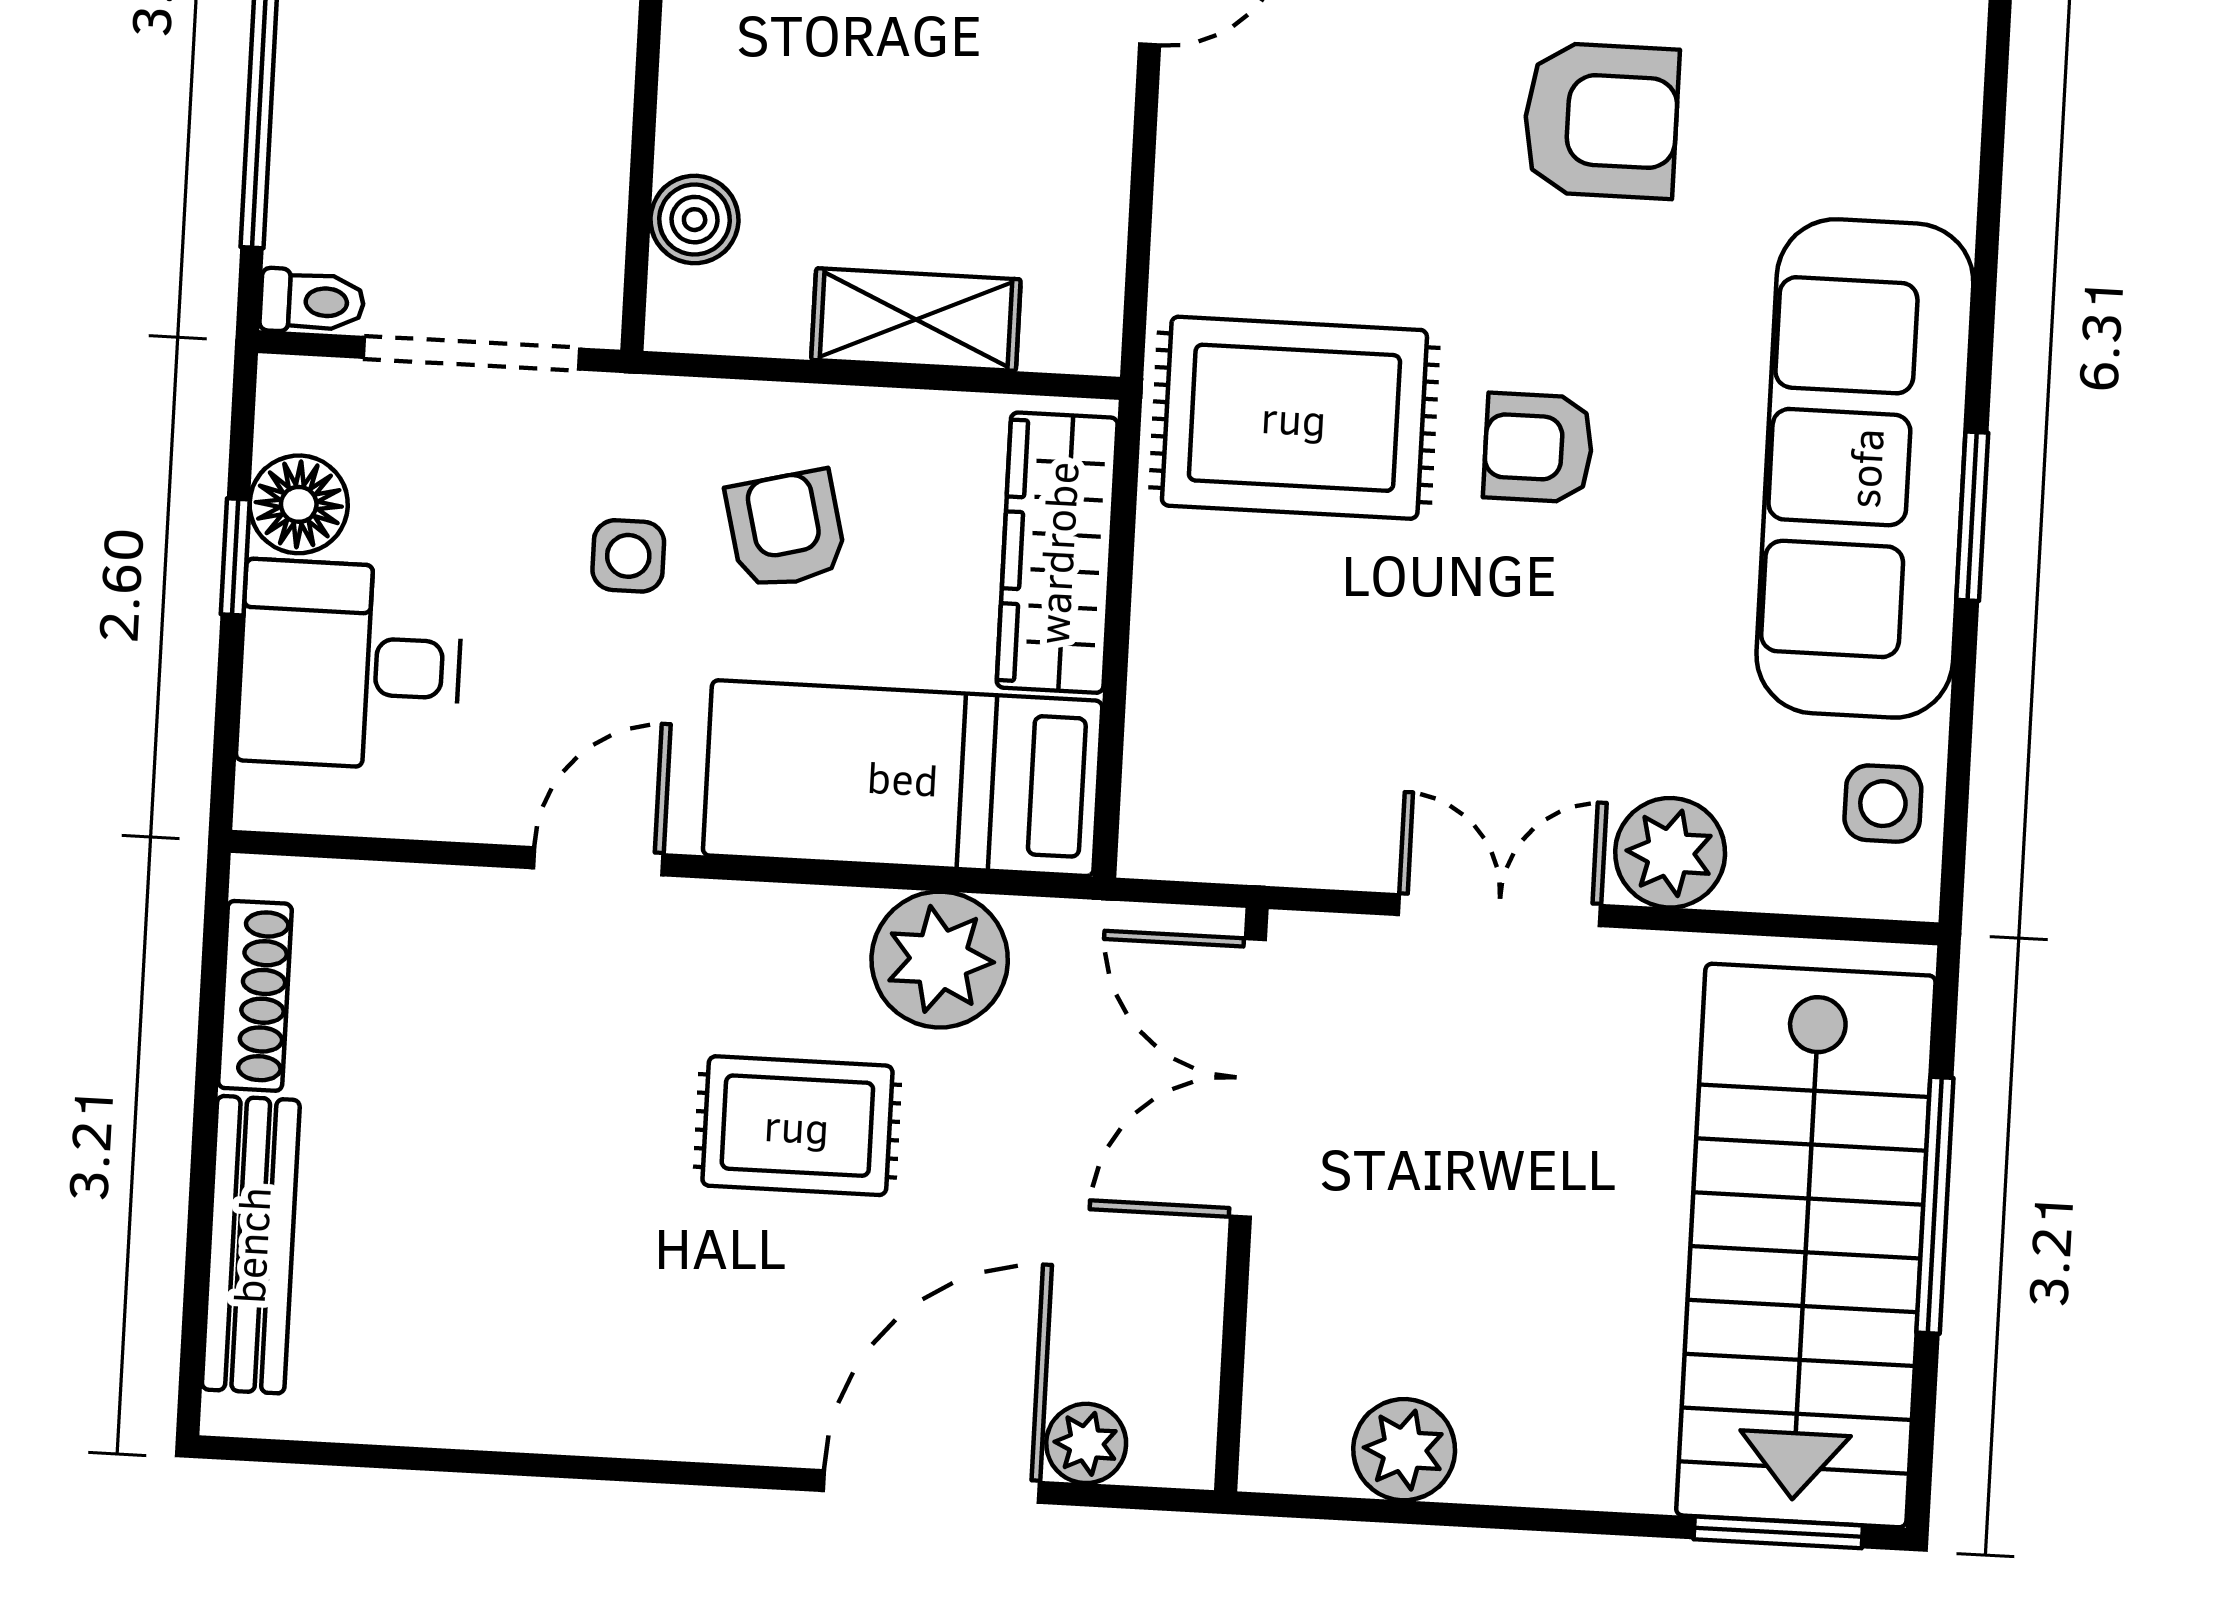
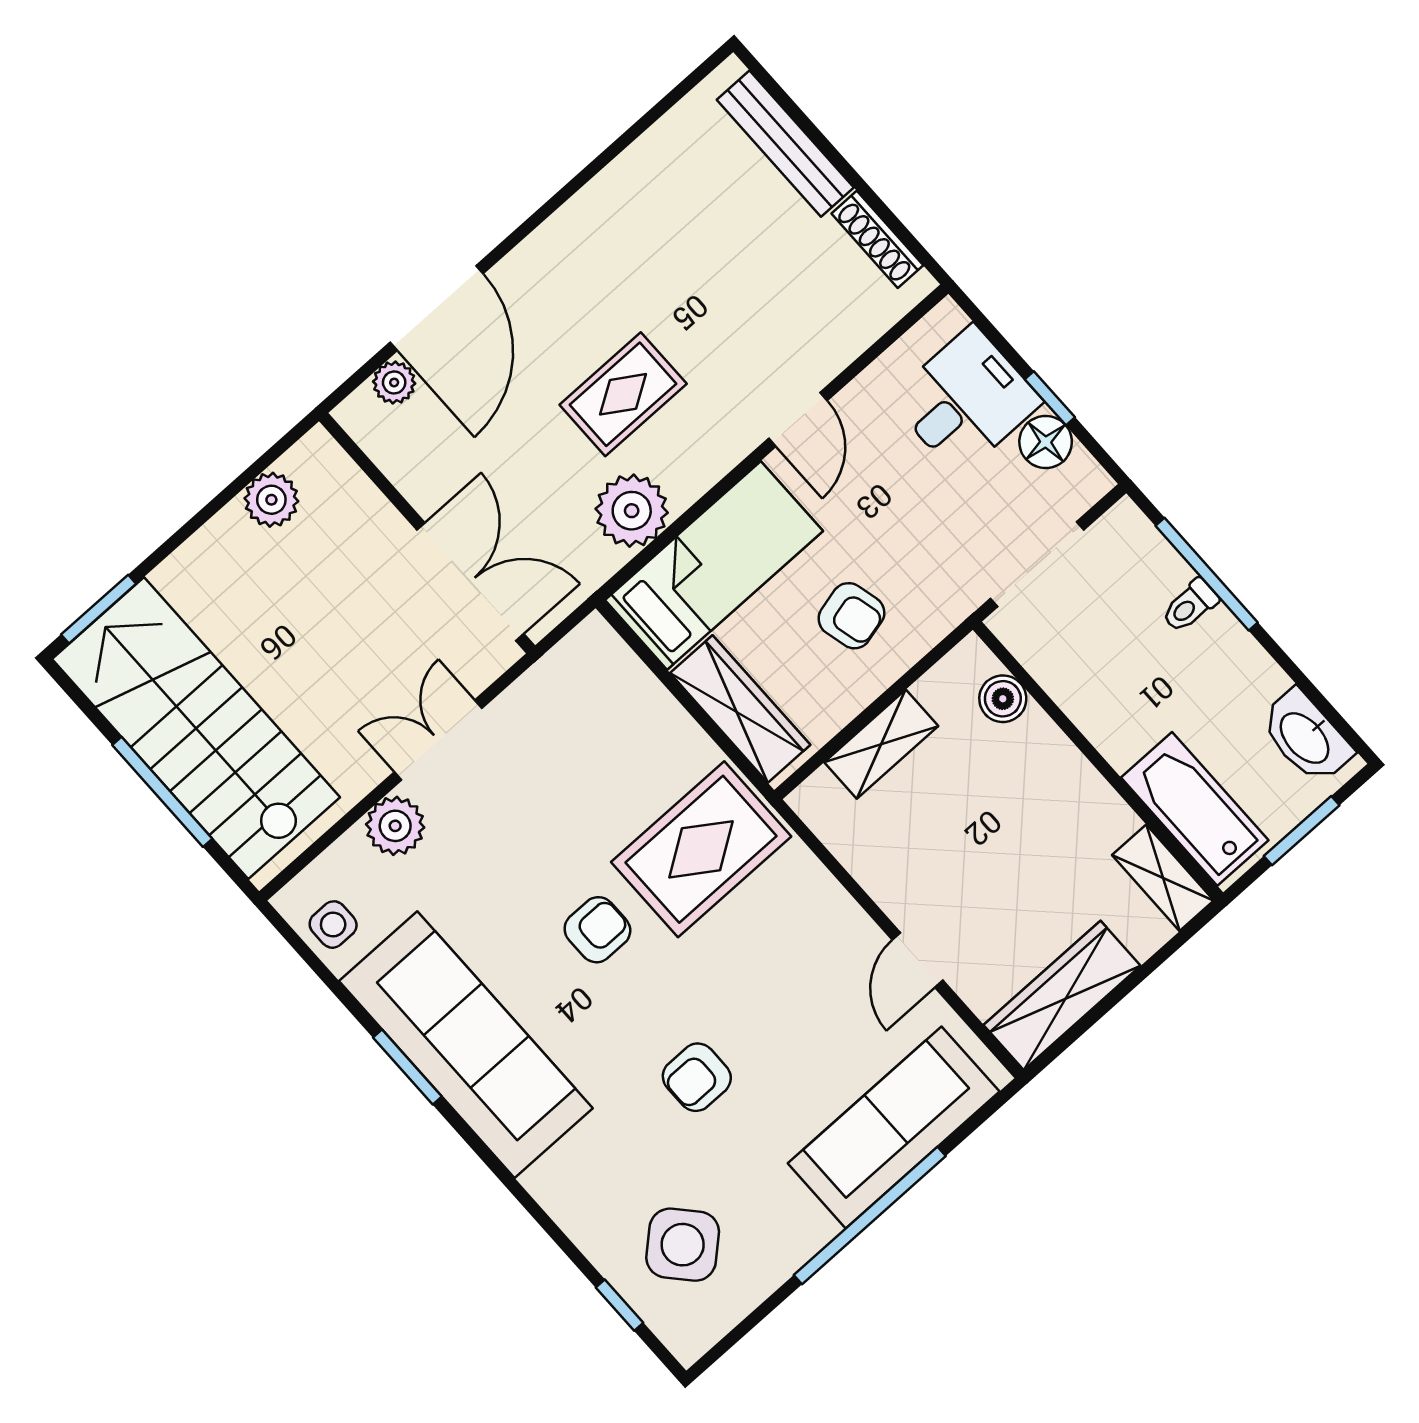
armchair: (1601, 120) -> (697, 1077), width x0.72, depth x0.72
toilet: (312, 301) -> (1190, 606), moved
side table: (628, 556) -> (901, 546), removed
double door: (1500, 910) -> (438, 740), swing flipped

